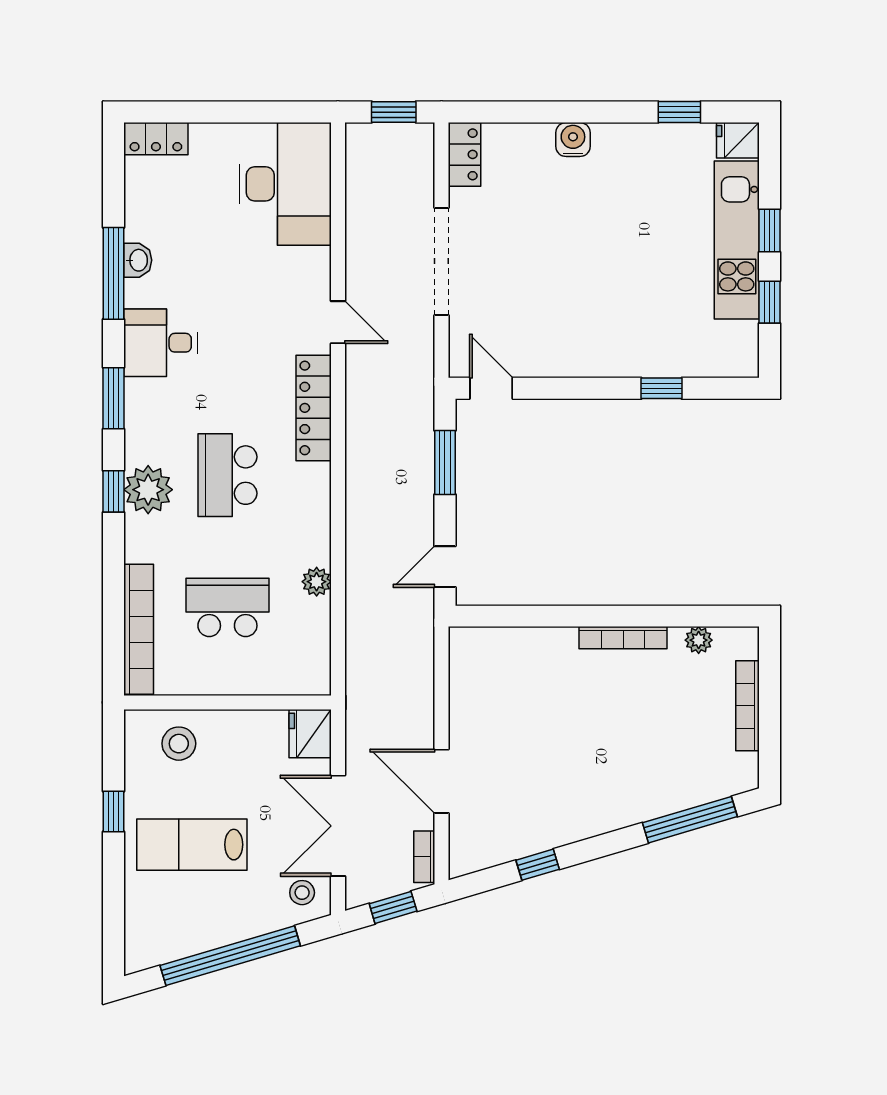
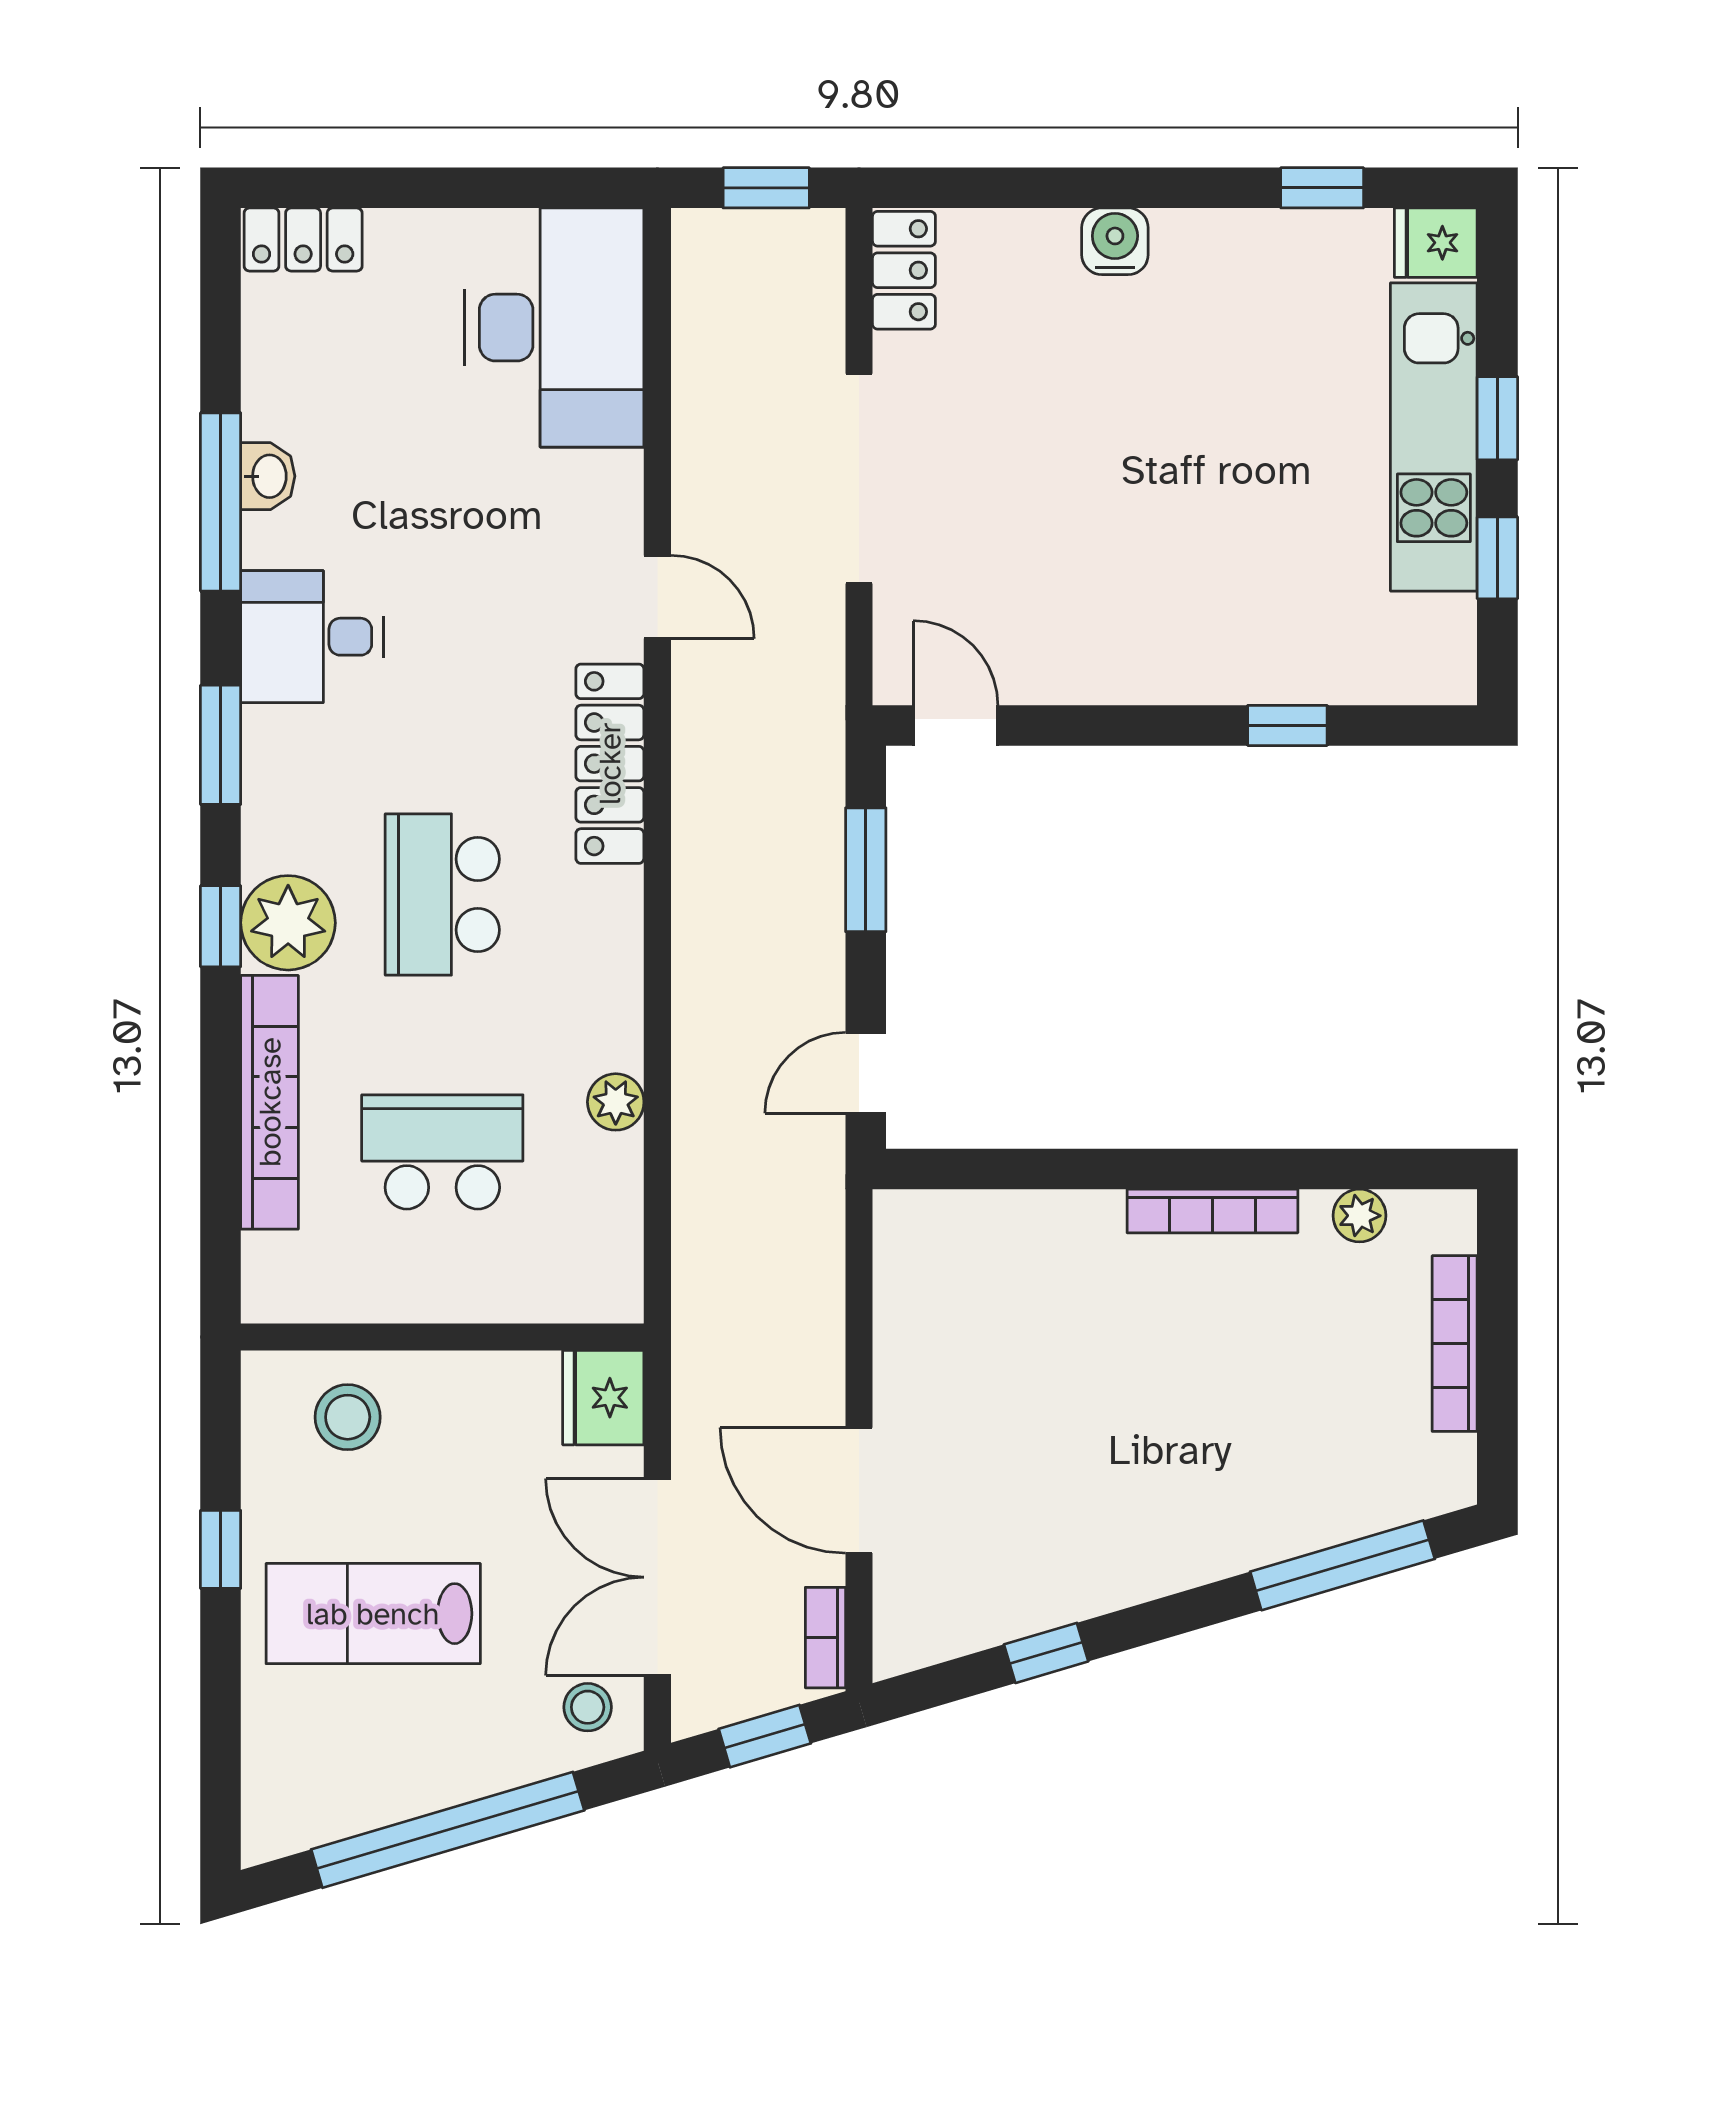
bookcase: (139, 629) -> (270, 1102), moved

